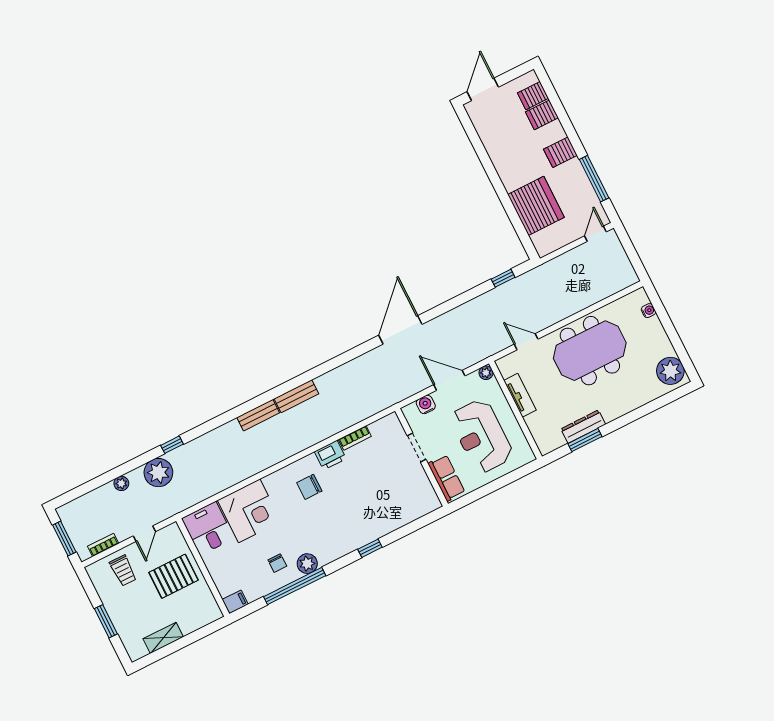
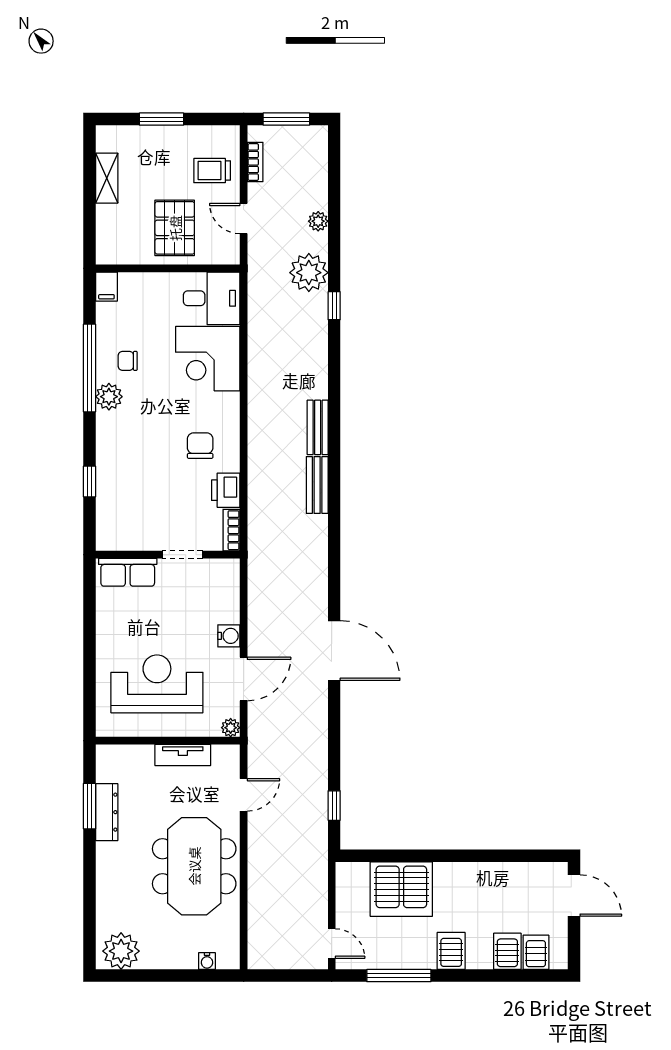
doorway: (417, 448) -> (182, 555), moved
wall: (421, 457) -> (168, 555), moved
row of seats: (446, 478) -> (128, 572), moved

